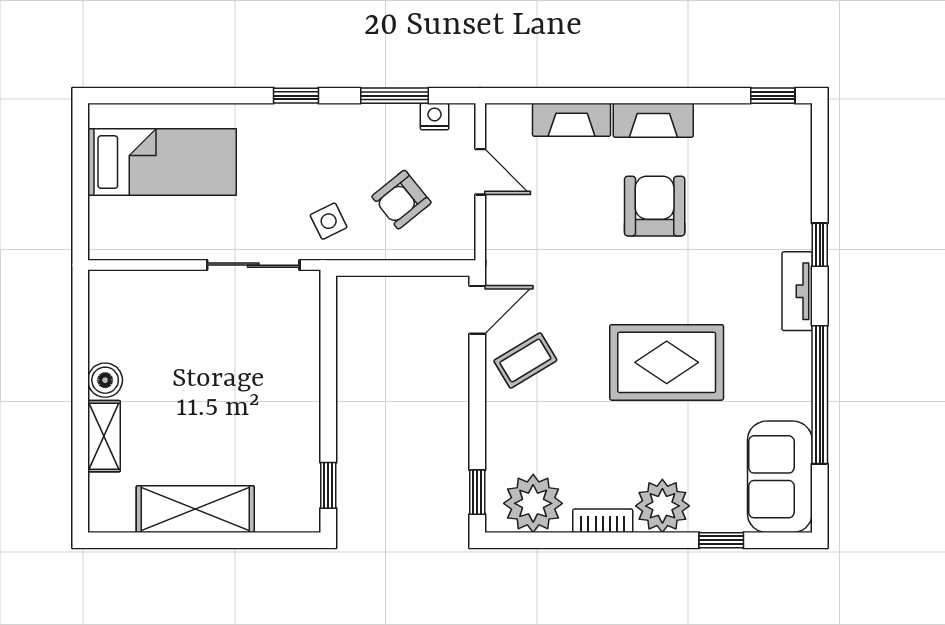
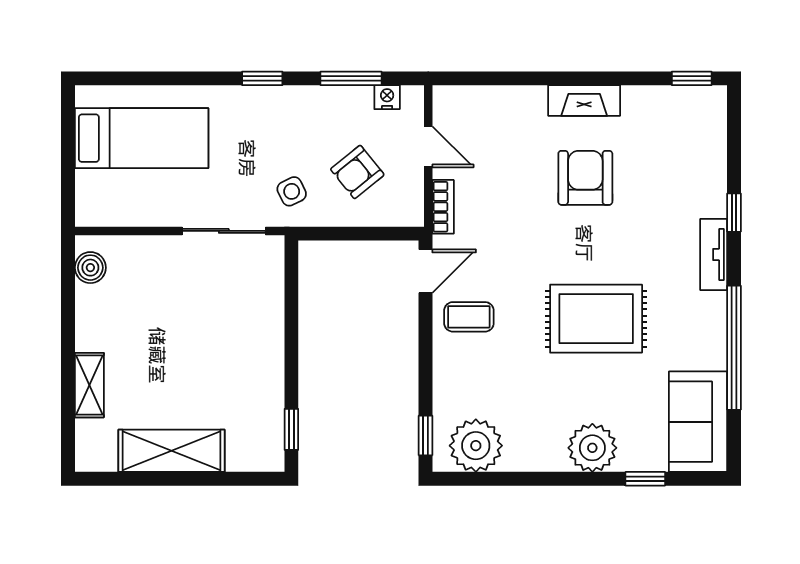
fireplace: (572, 120) -> (510, 100), removed
coffee table: (525, 360) -> (469, 317), turned 31
boiler: (105, 380) -> (90, 268), moved
bookcase: (603, 521) -> (443, 207), moved, turned 90

